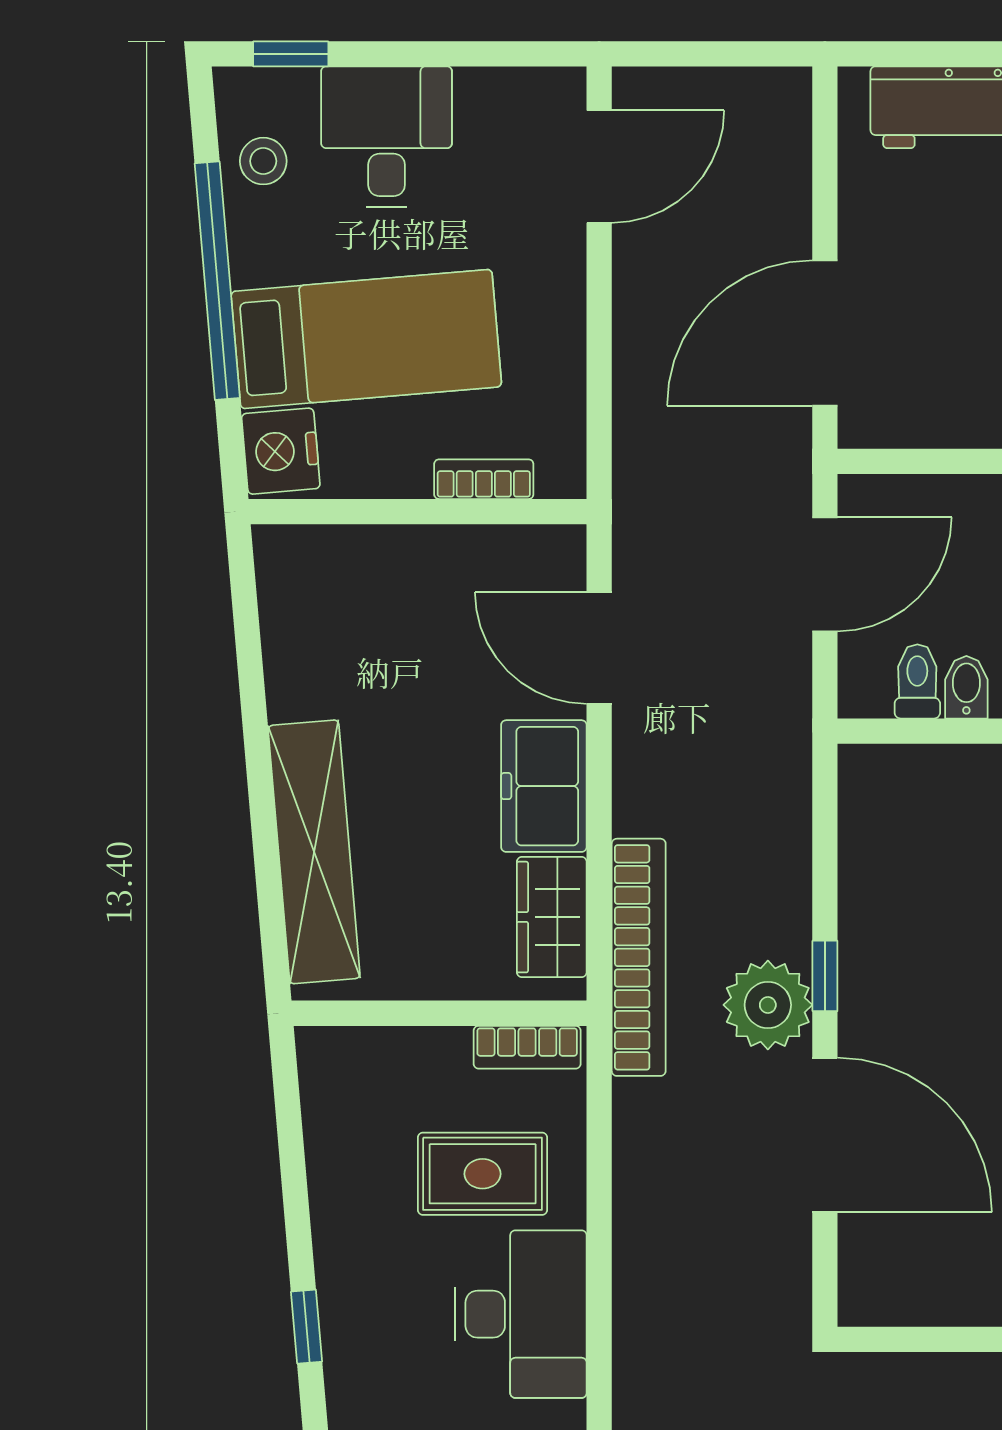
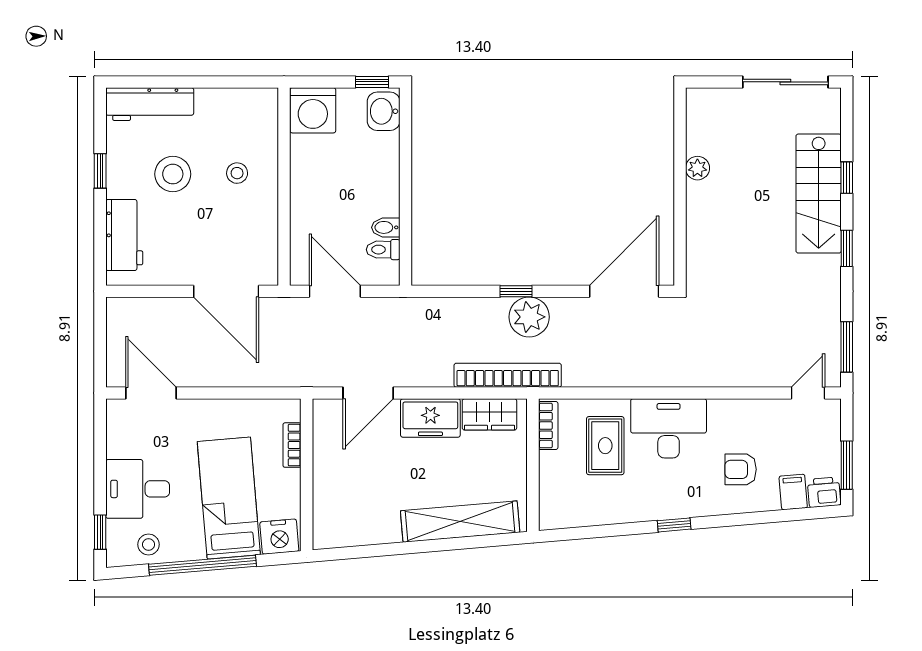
door: (825, 1135) -> (624, 291), moved

